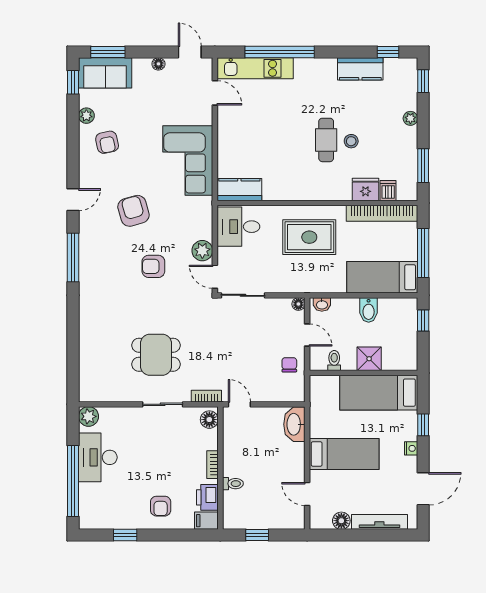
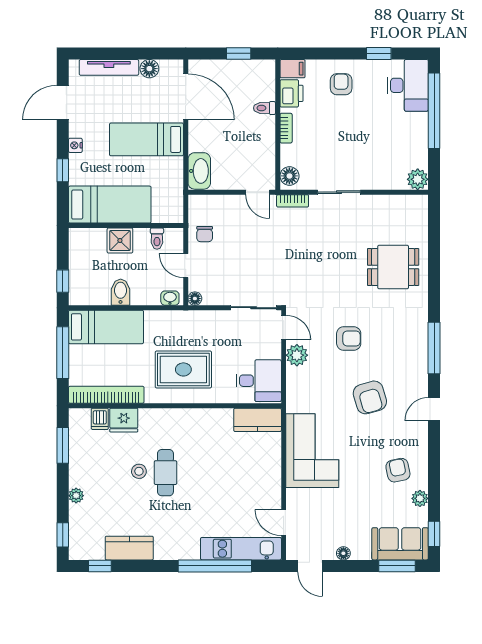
dining table: (156, 355) -> (393, 267), moved
desk: (98, 457) -> (408, 85), moved
door: (307, 494) -> (186, 97), width x1.88

